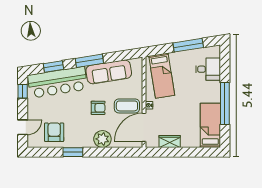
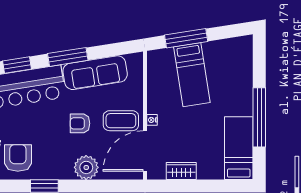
window: (188, 45) -> (186, 38), moved
desk: (208, 69) -> (236, 69), removed
bed: (162, 76) -> (192, 75), moved
armchair: (98, 108) -> (80, 123), turned 180

